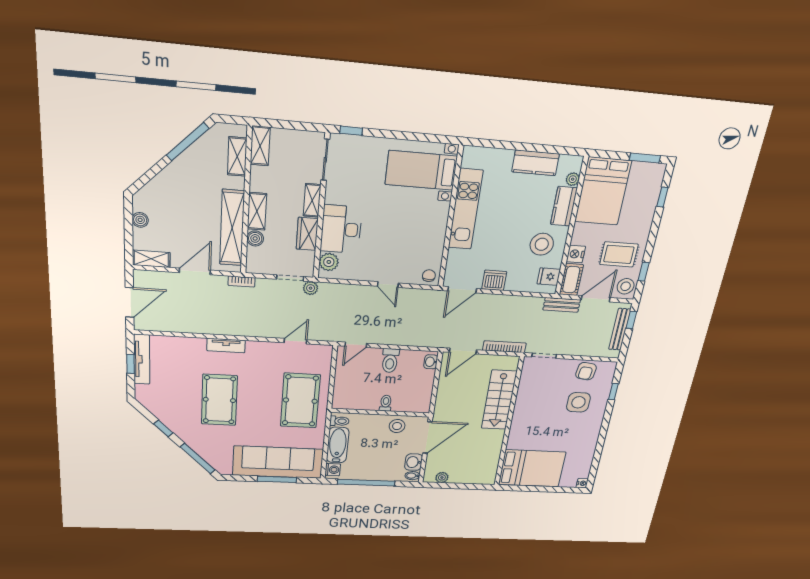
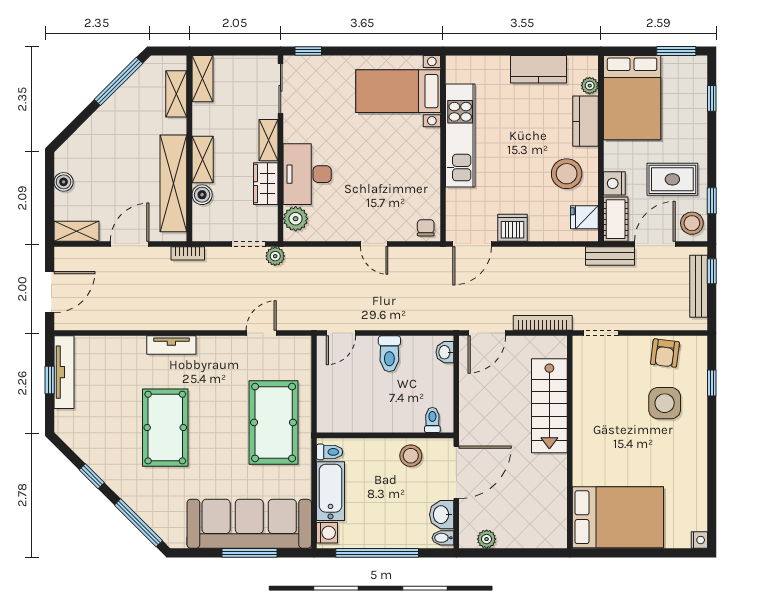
toilet: (386, 403) -> (432, 420), moved

